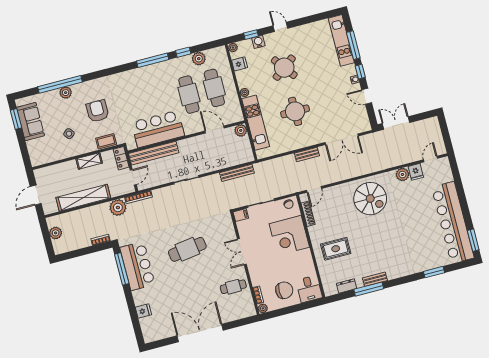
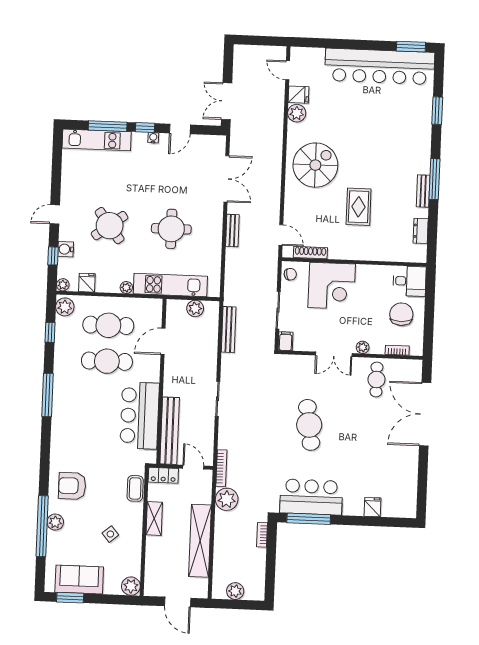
window: (183, 52) -> (50, 332), moved
plant: (199, 59) -> (65, 307), moved
armchair: (97, 111) -> (72, 486), moved
plant: (241, 130) -> (195, 308), moved
plant: (37, 159) -> (131, 586), added
rug: (336, 249) -> (359, 207), moved
window: (369, 289) -> (434, 179), moved
plant: (263, 308) -> (363, 347), moved
double door: (200, 333) -> (425, 414), moved

